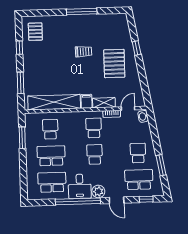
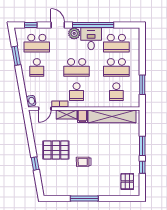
pallet: (114, 63) -> (56, 150), turned 90
window: (20, 83) -> (142, 146), moved
school desk: (95, 154) -> (77, 67), width x1.85

